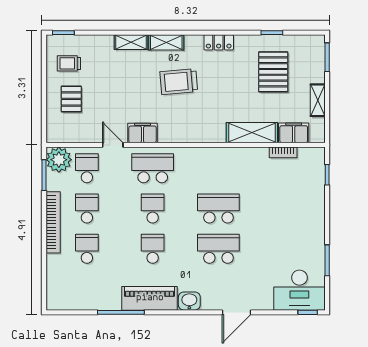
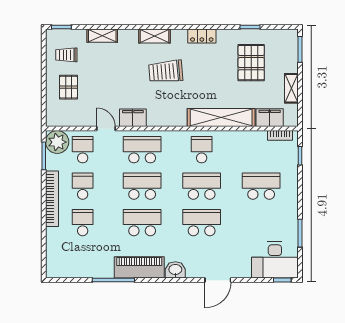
shelving: (131, 42) -> (102, 36), moved
shelving: (252, 133) -> (221, 118), width x1.47
bookcase: (283, 152) -> (280, 135), moved
school desk: (218, 168) -> (202, 150), added
school desk: (153, 208) -> (142, 186), width x1.85
school desk: (284, 208) -> (261, 186), added
school desk: (153, 249) -> (142, 223), width x1.85

